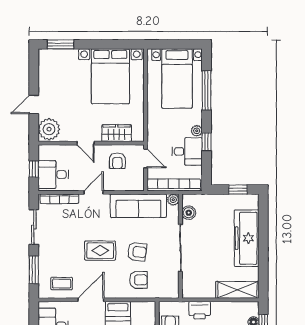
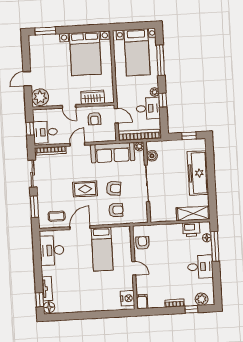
printer: (200, 310) -> (191, 229), moved

